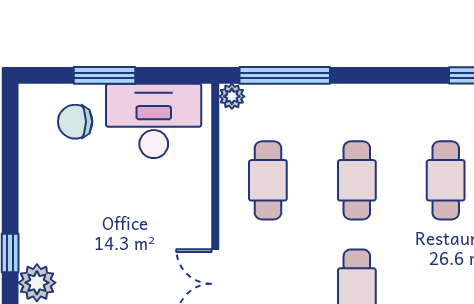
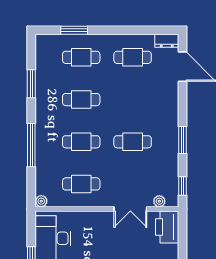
window: (285, 75) -> (31, 145), moved

